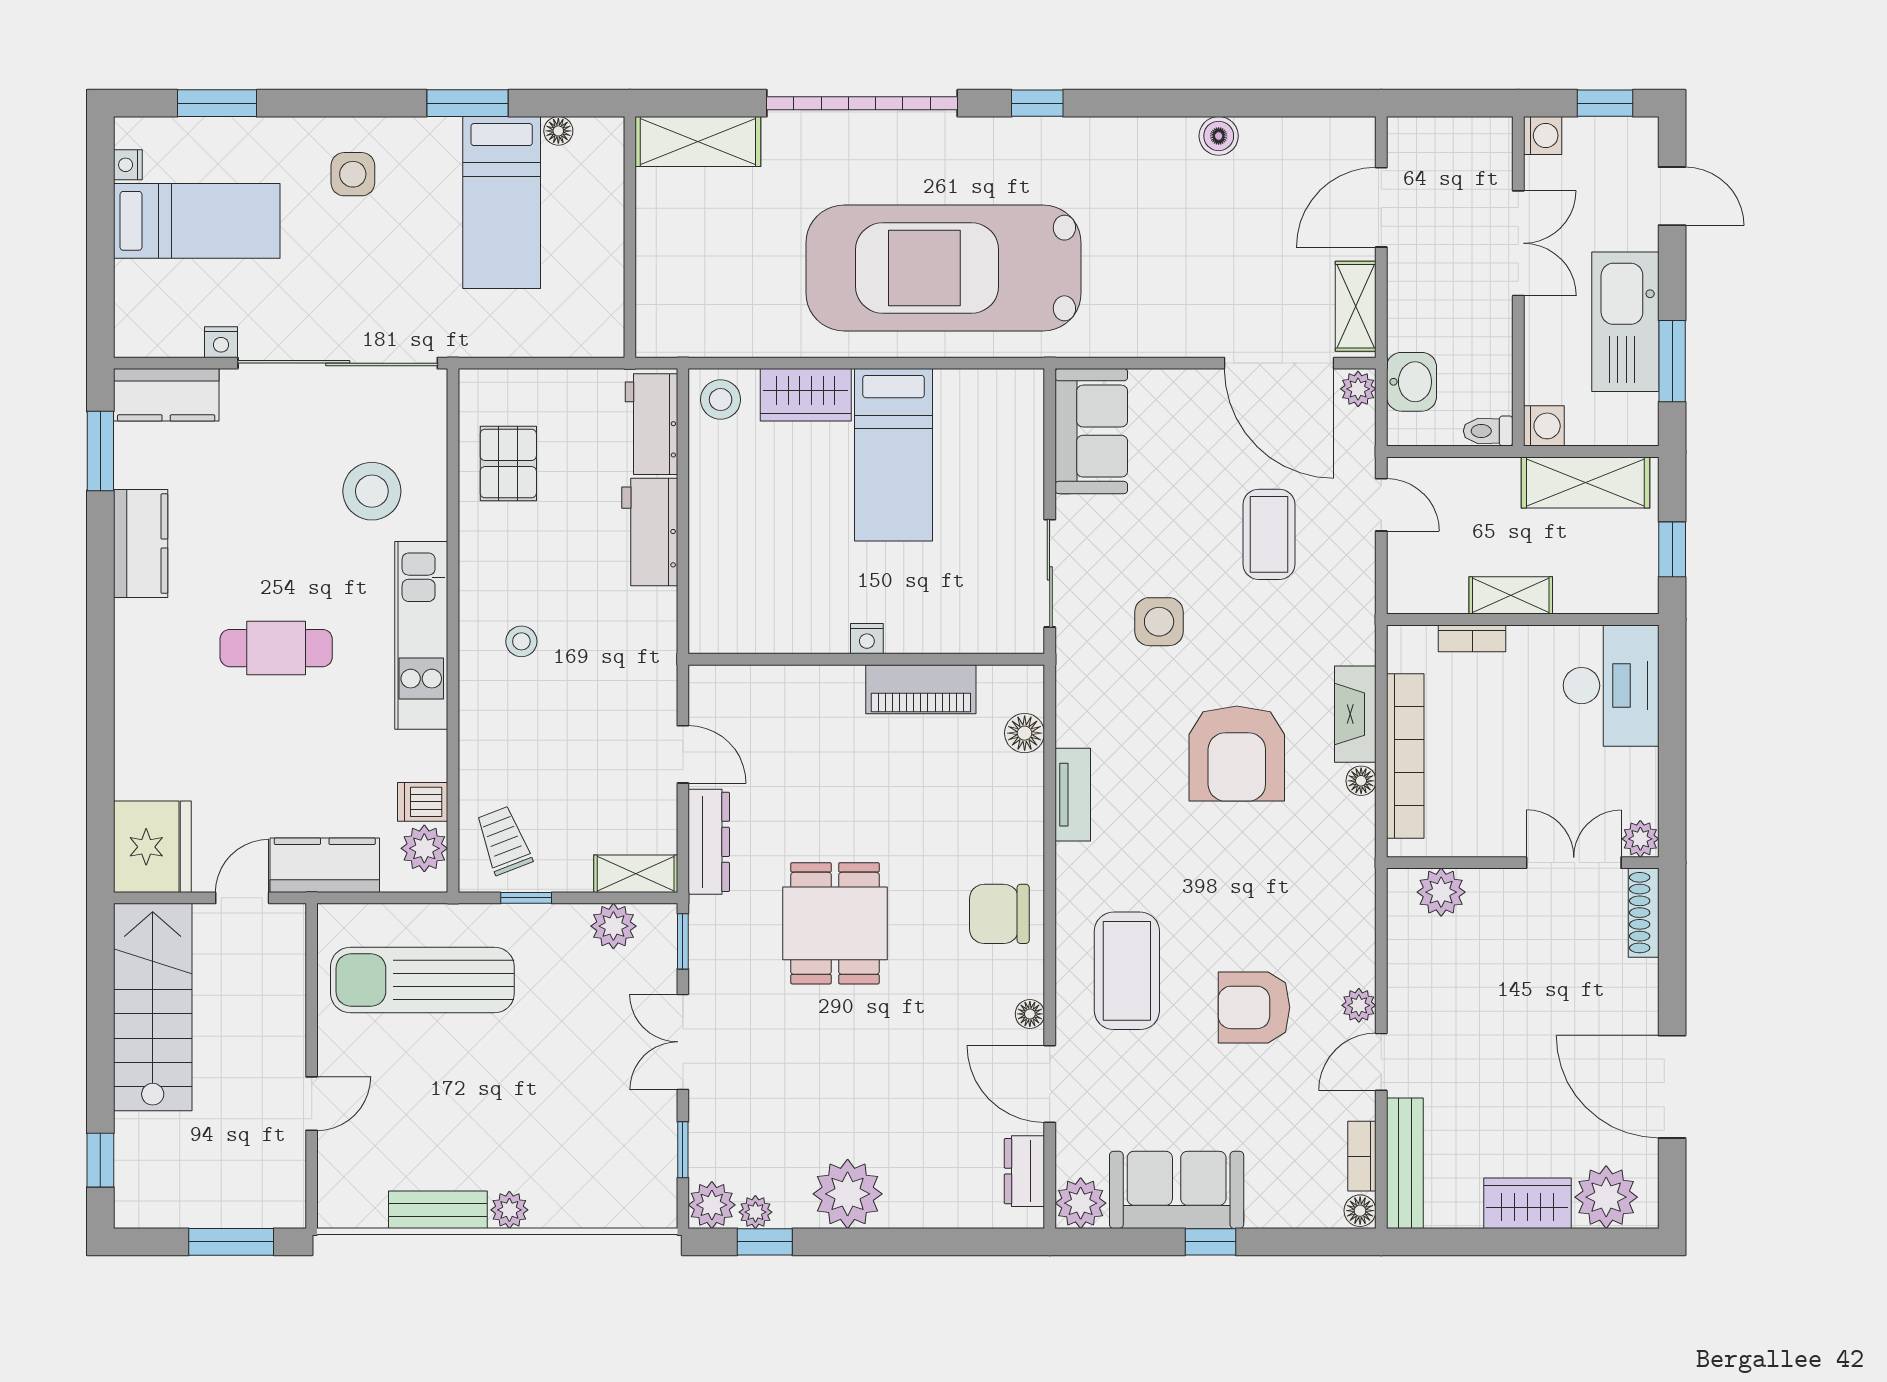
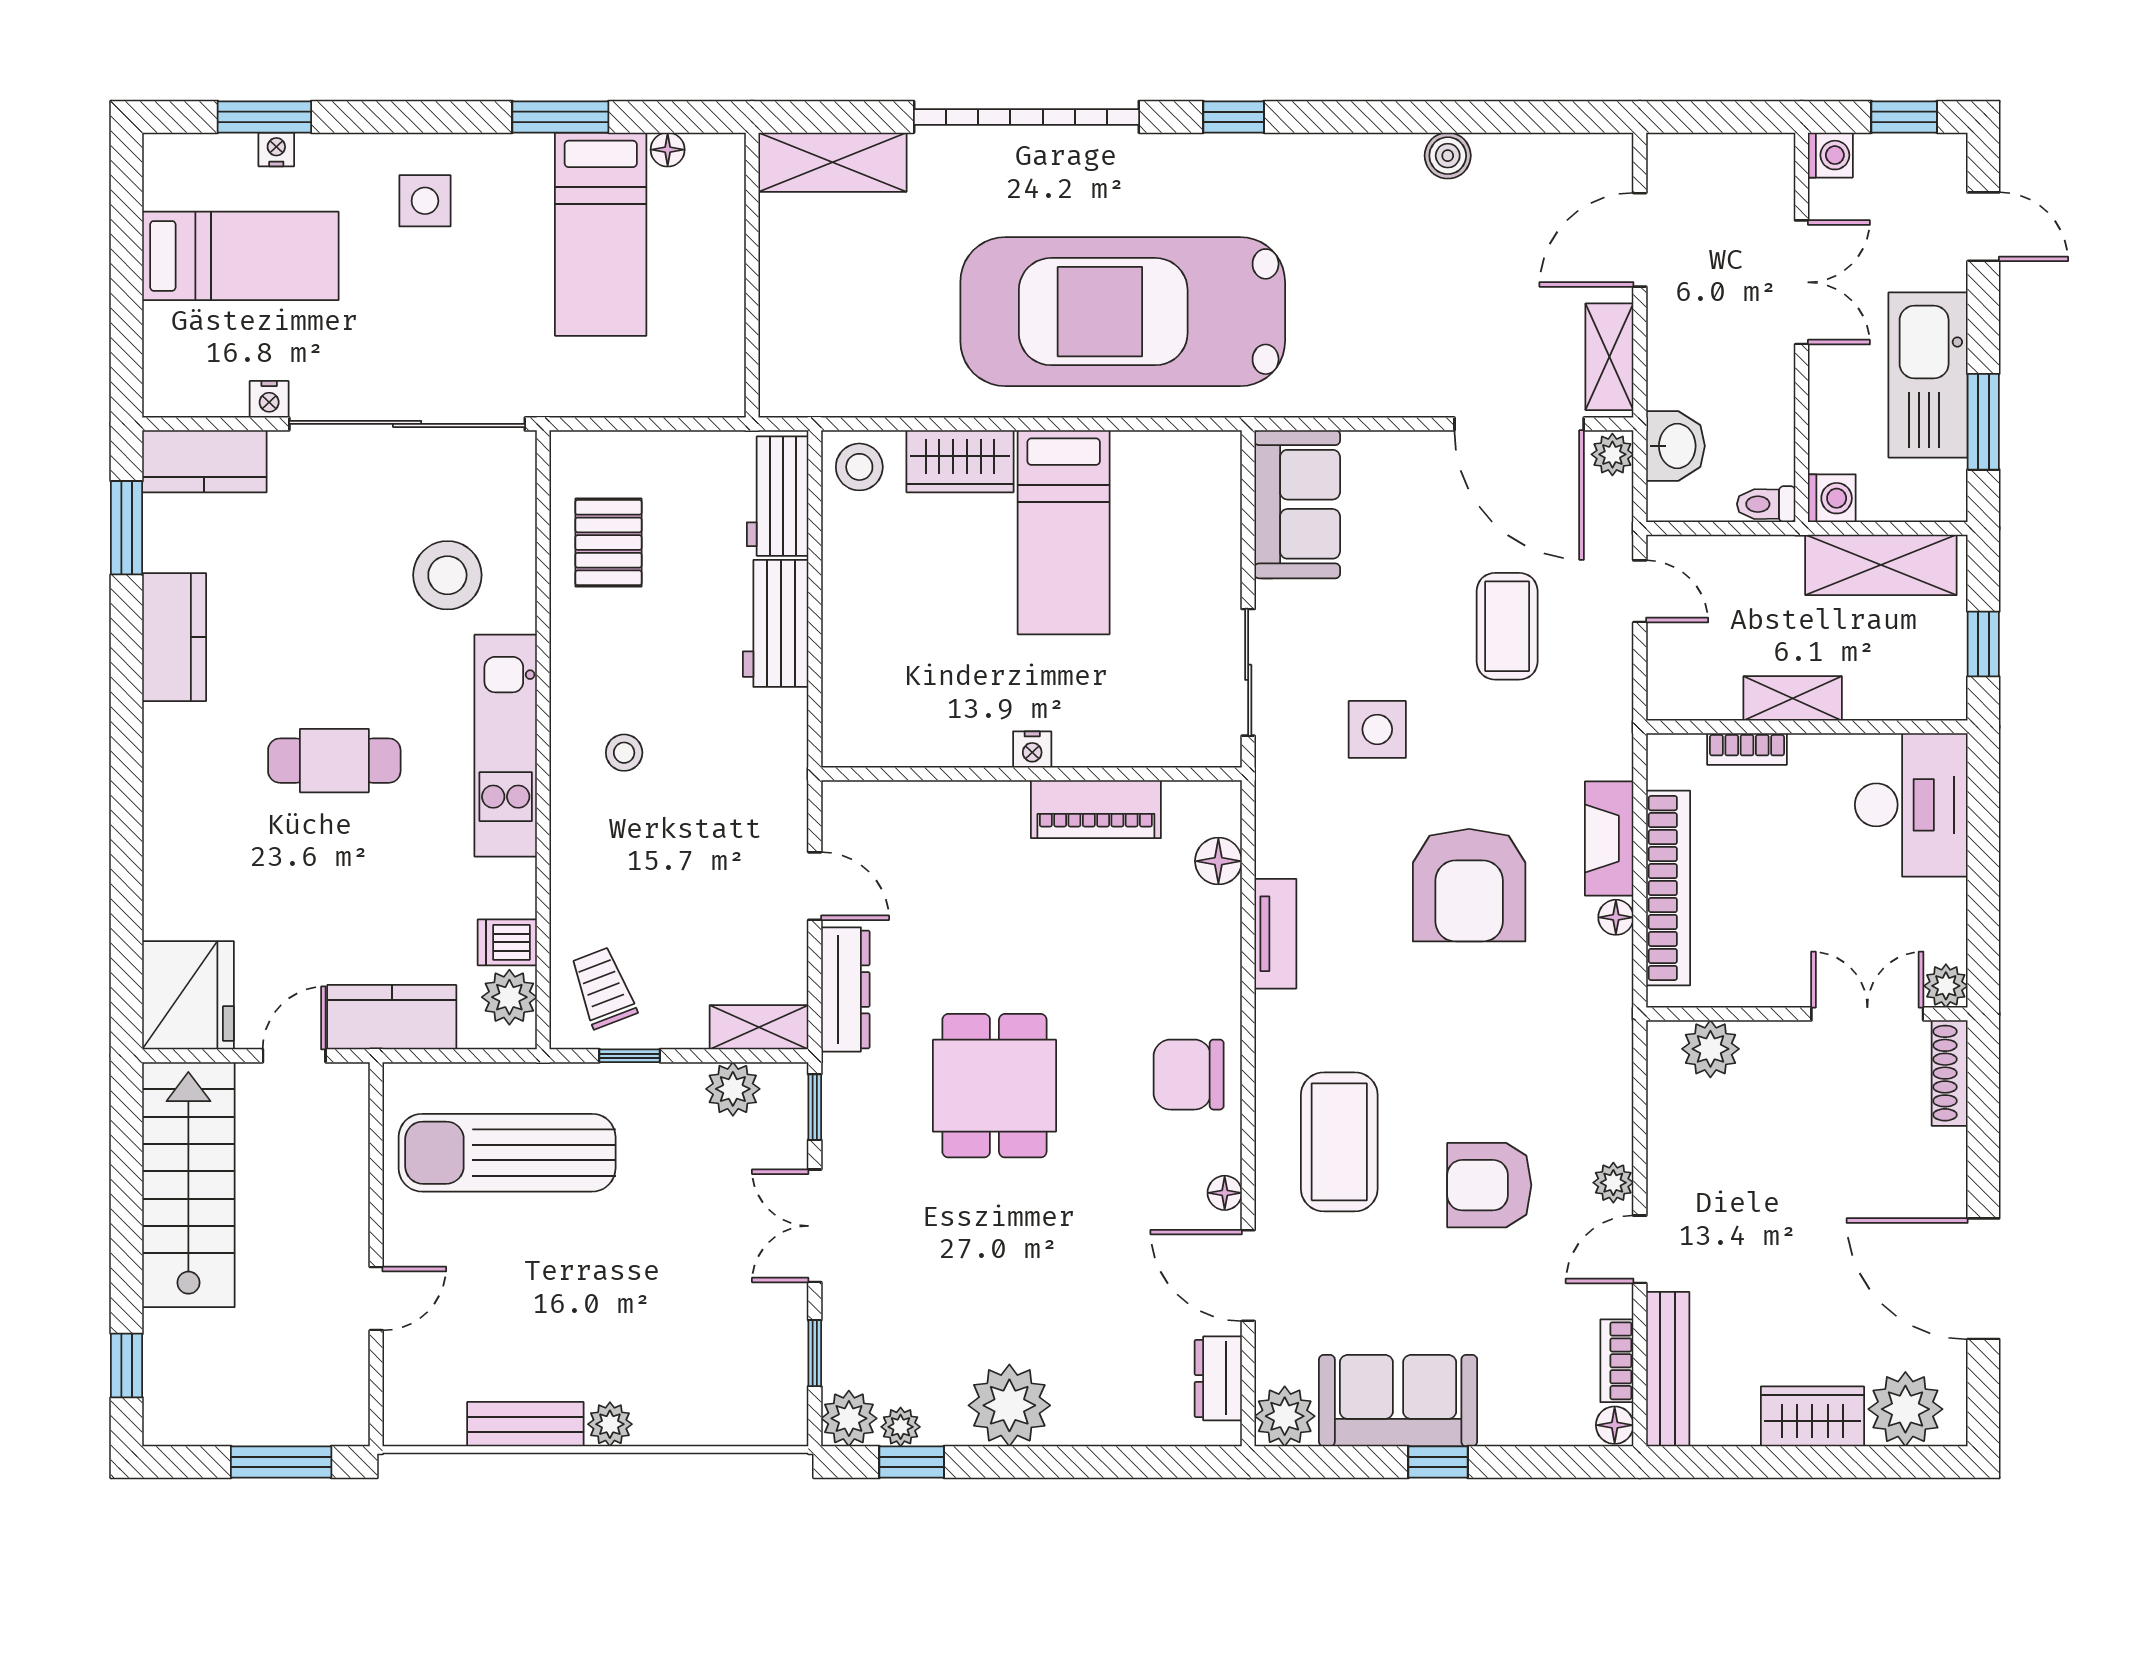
nightstand: (128, 165) -> (276, 149), moved, turned 90

